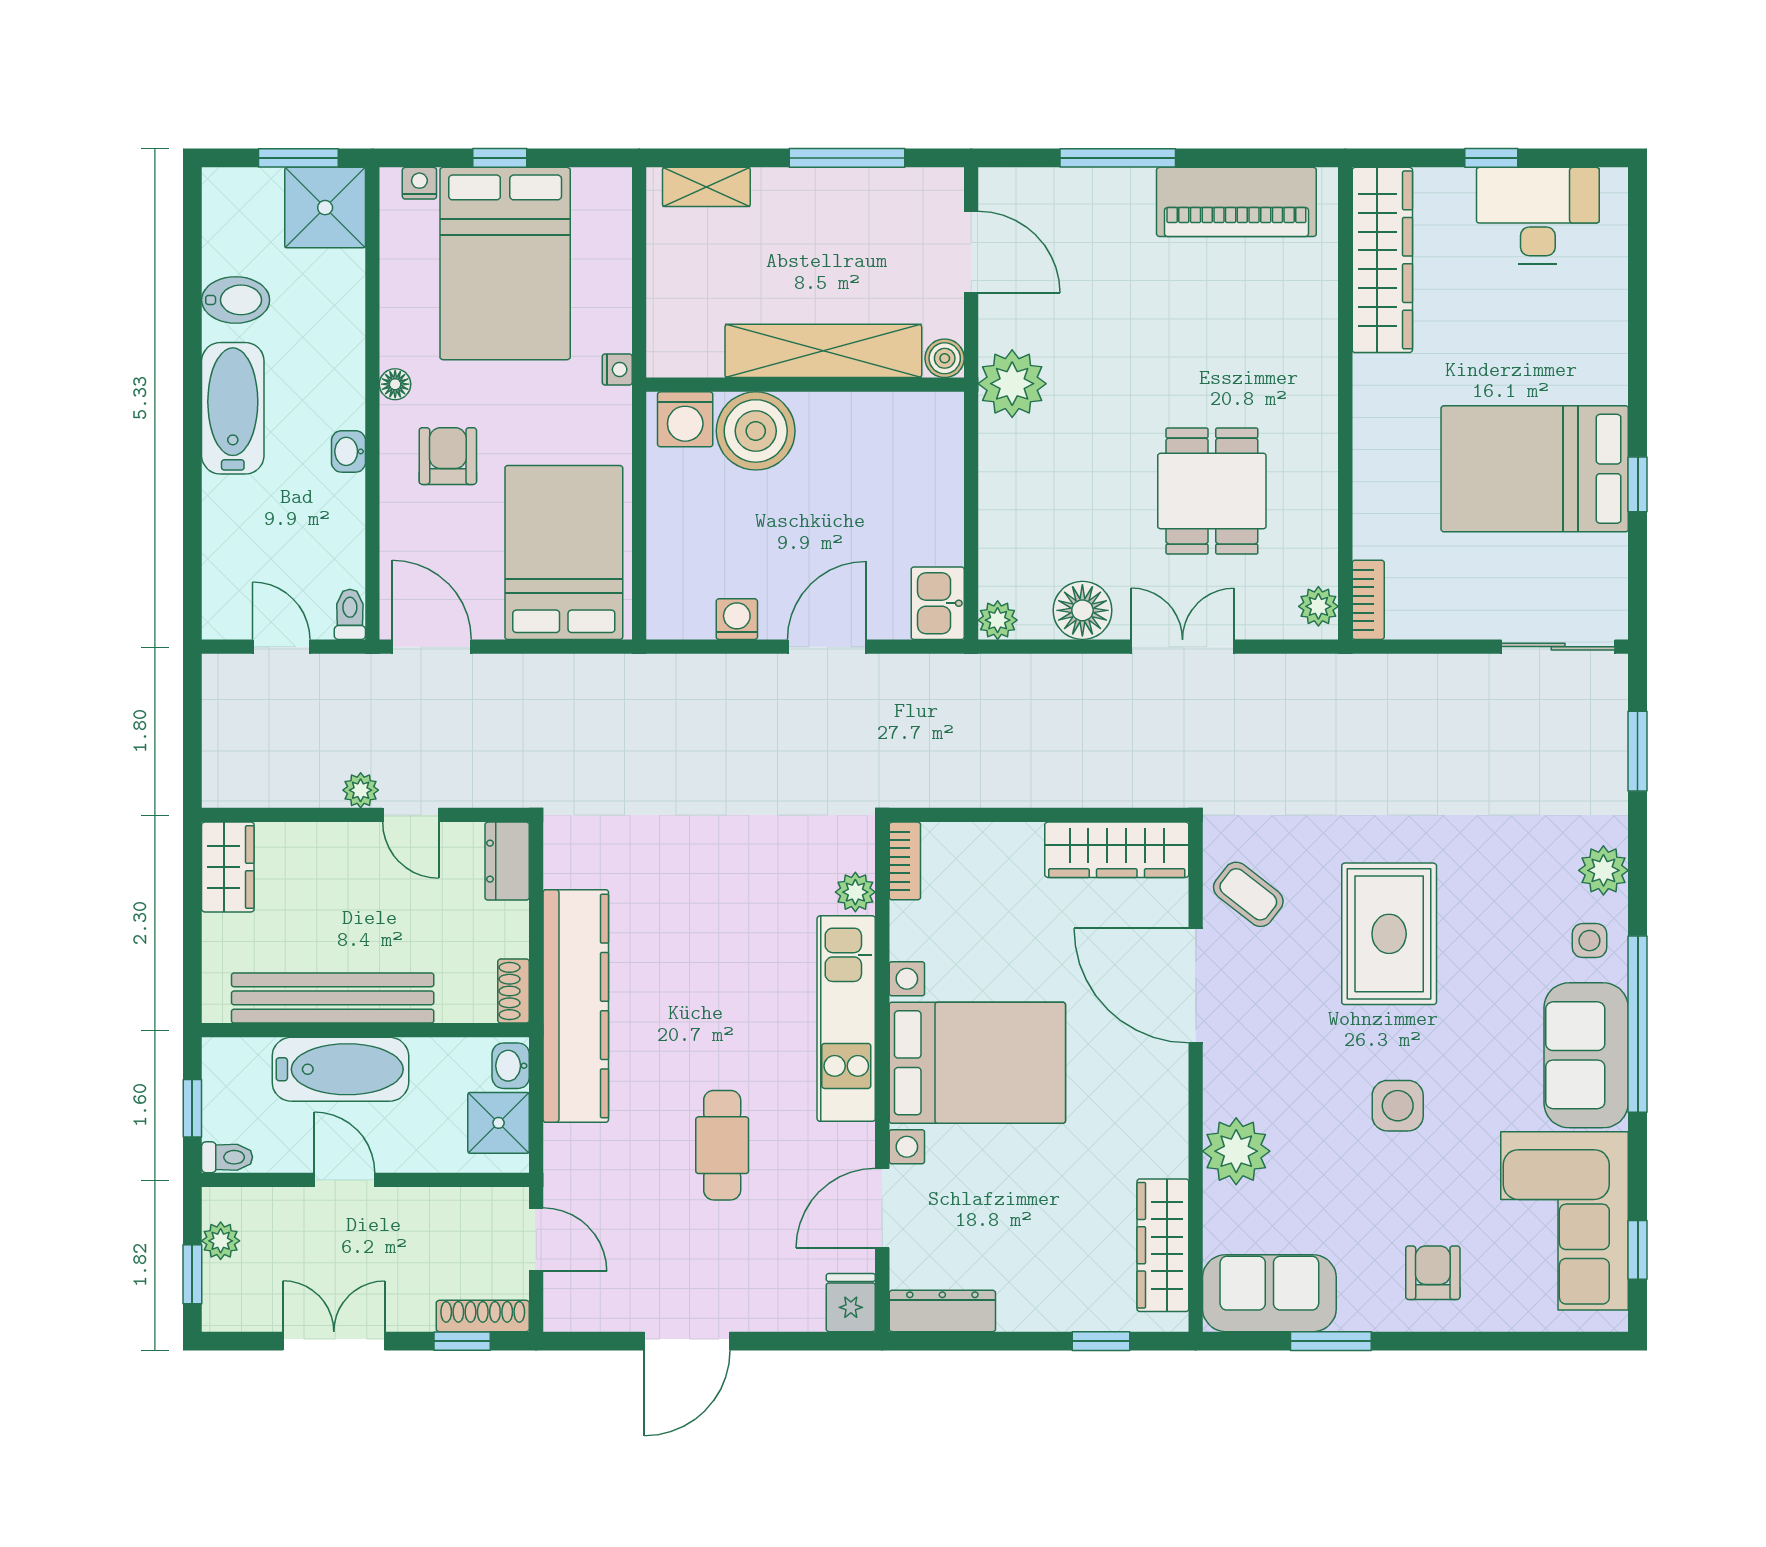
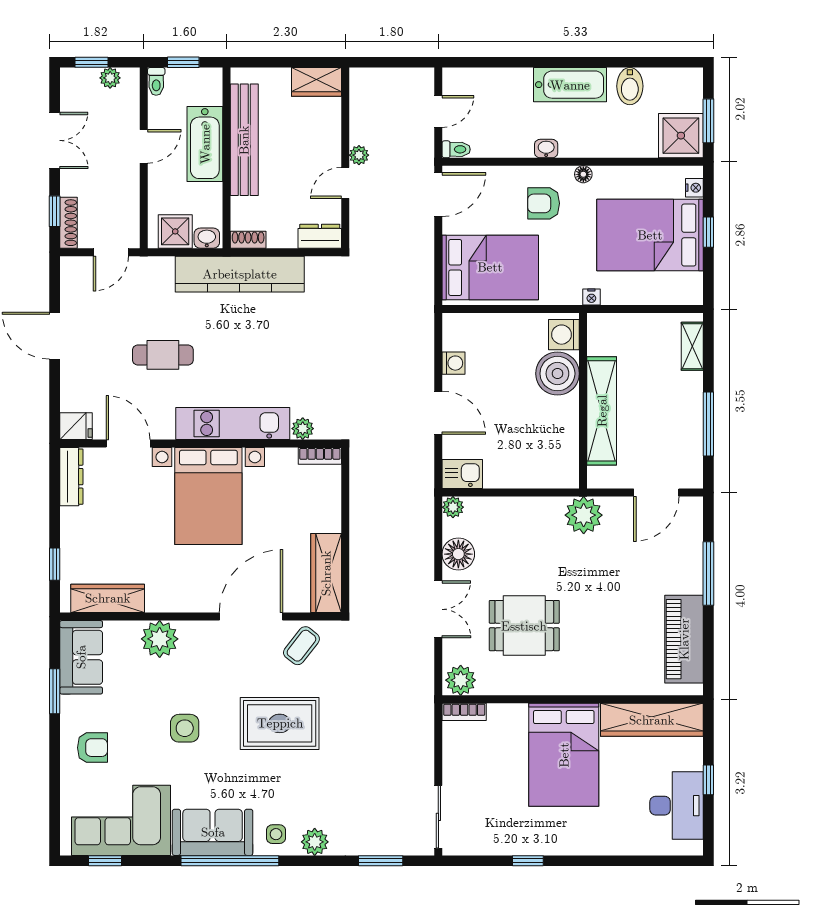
boiler: (945, 358) -> (598, 478), removed
armchair: (448, 456) -> (544, 203), turned 180
bed: (1535, 469) -> (564, 755), moved, turned 180
plant: (1318, 606) -> (461, 680), width x1.38, depth x1.38

